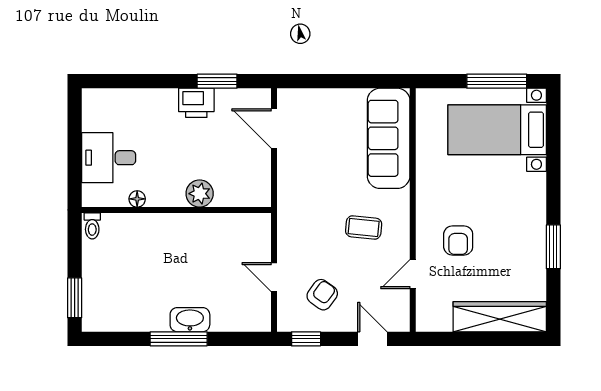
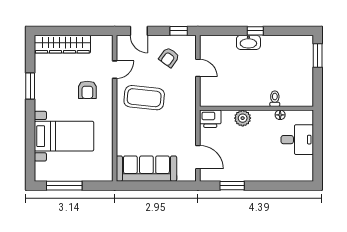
printer: (196, 103) -> (210, 119), moved, turned 180
bed with nightstands: (497, 130) -> (64, 136), moved
sofa: (389, 138) -> (146, 169), moved, turned -90
toilet: (92, 226) -> (275, 99), moved
coffee table: (364, 227) -> (144, 98), width x1.86, depth x1.72
armchair: (458, 240) -> (87, 90), turned 180
window: (179, 339) -> (255, 31), width x0.46

